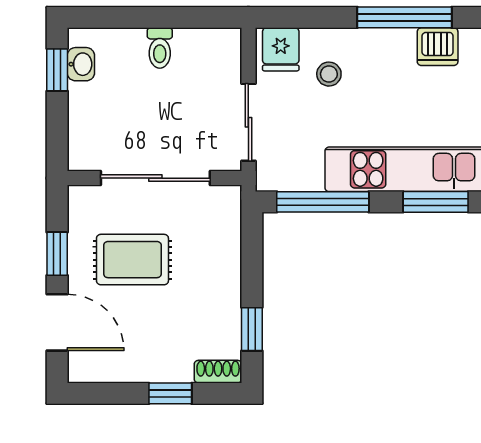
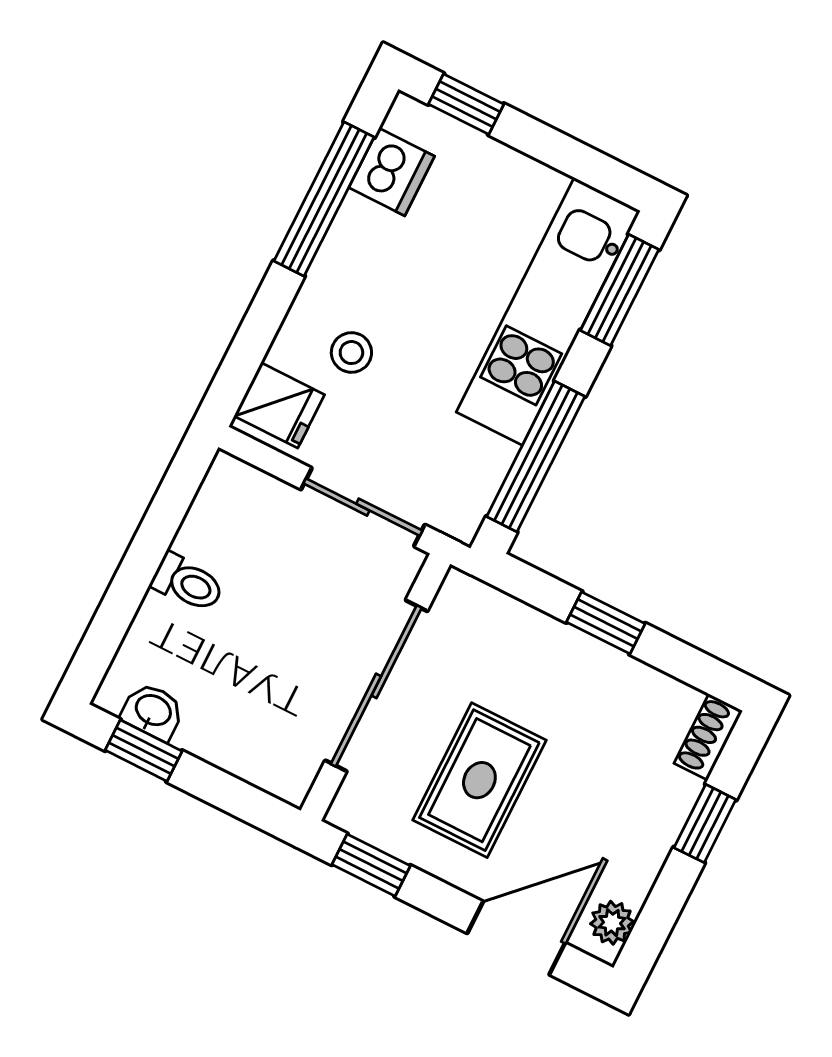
window: (57, 254) -> (371, 865), moved
window: (252, 329) -> (606, 623), moved
plant: (91, 370) -> (612, 923), added

